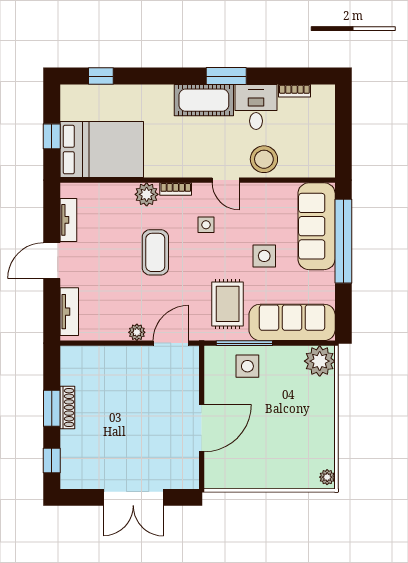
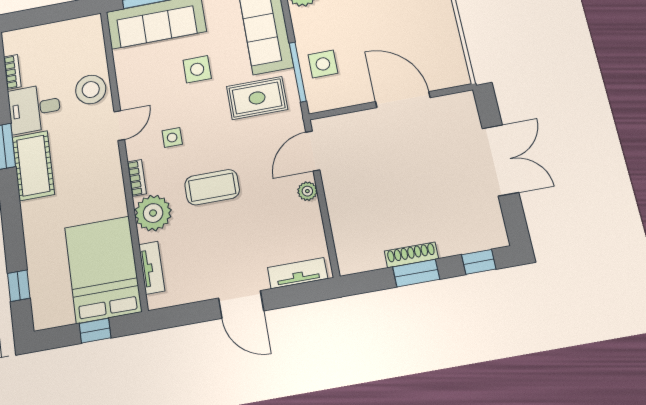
plant: (147, 194) -> (153, 213), width x1.36, depth x1.36
tv unit: (68, 220) -> (152, 268), moved, turned 90
door: (171, 343) -> (313, 151), hinge flipped

